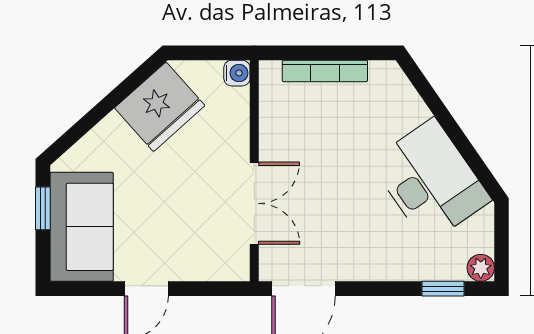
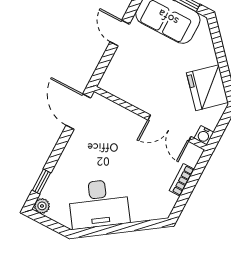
bookcase: (325, 71) -> (182, 180), width x0.64
double door: (254, 203) -> (169, 128), moved

